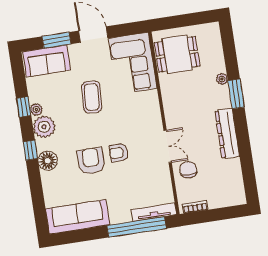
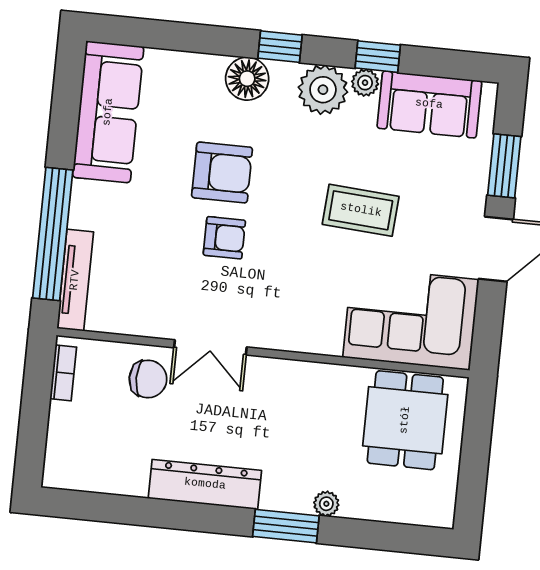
sofa: (47, 61) -> (429, 104), moved, turned -90
armchair: (119, 153) -> (224, 238), turned 90

